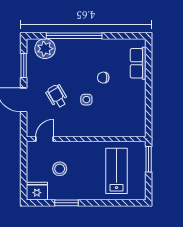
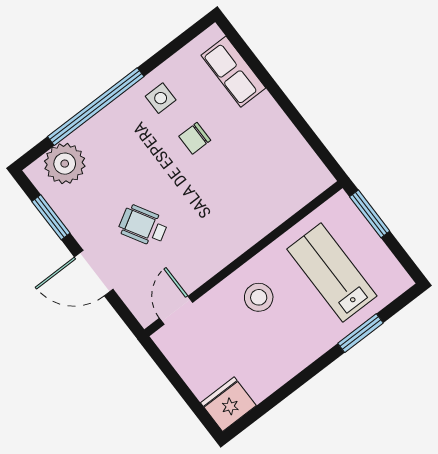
side table: (86, 100) -> (161, 98), moved
stool: (60, 169) -> (259, 297), moved
window: (67, 203) -> (360, 333), moved

